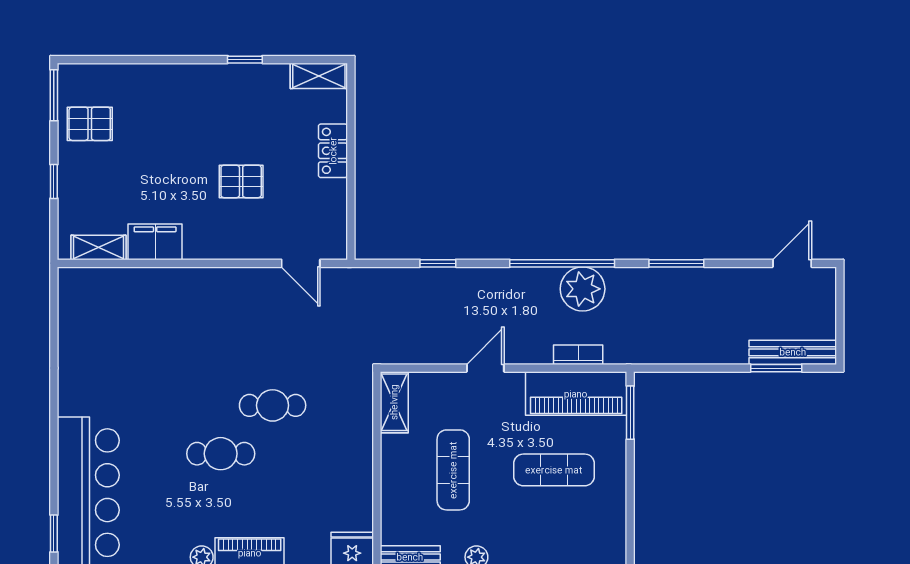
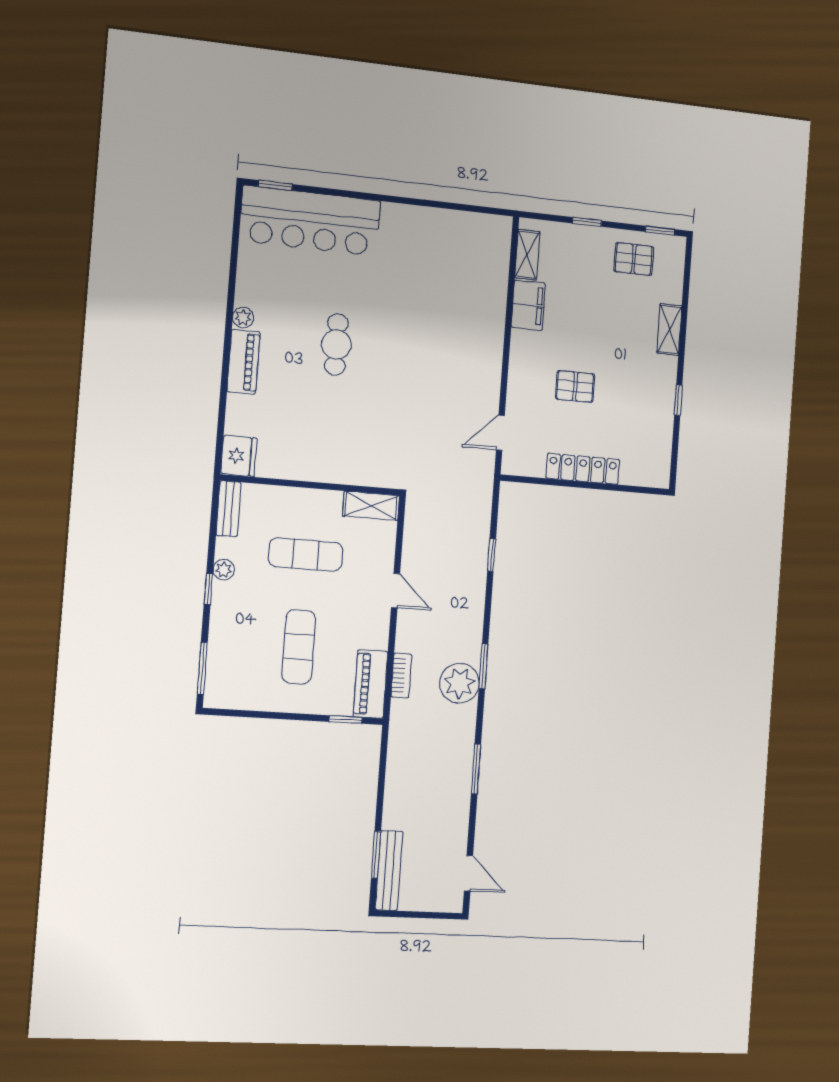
shelving: (319, 76) -> (669, 329), moved
window: (54, 95) -> (660, 231), width x0.67
pallet: (90, 124) -> (634, 259), turned 90
locker: (333, 151) -> (583, 469), width x1.53
pallet: (241, 181) -> (575, 387), turned 90
window: (562, 263) -> (483, 666), width x0.47
piano: (576, 394) -> (371, 684), width x0.73, depth x0.75
cafe table: (273, 405) -> (376, 396), removed
window: (630, 413) -> (346, 720), width x0.67

